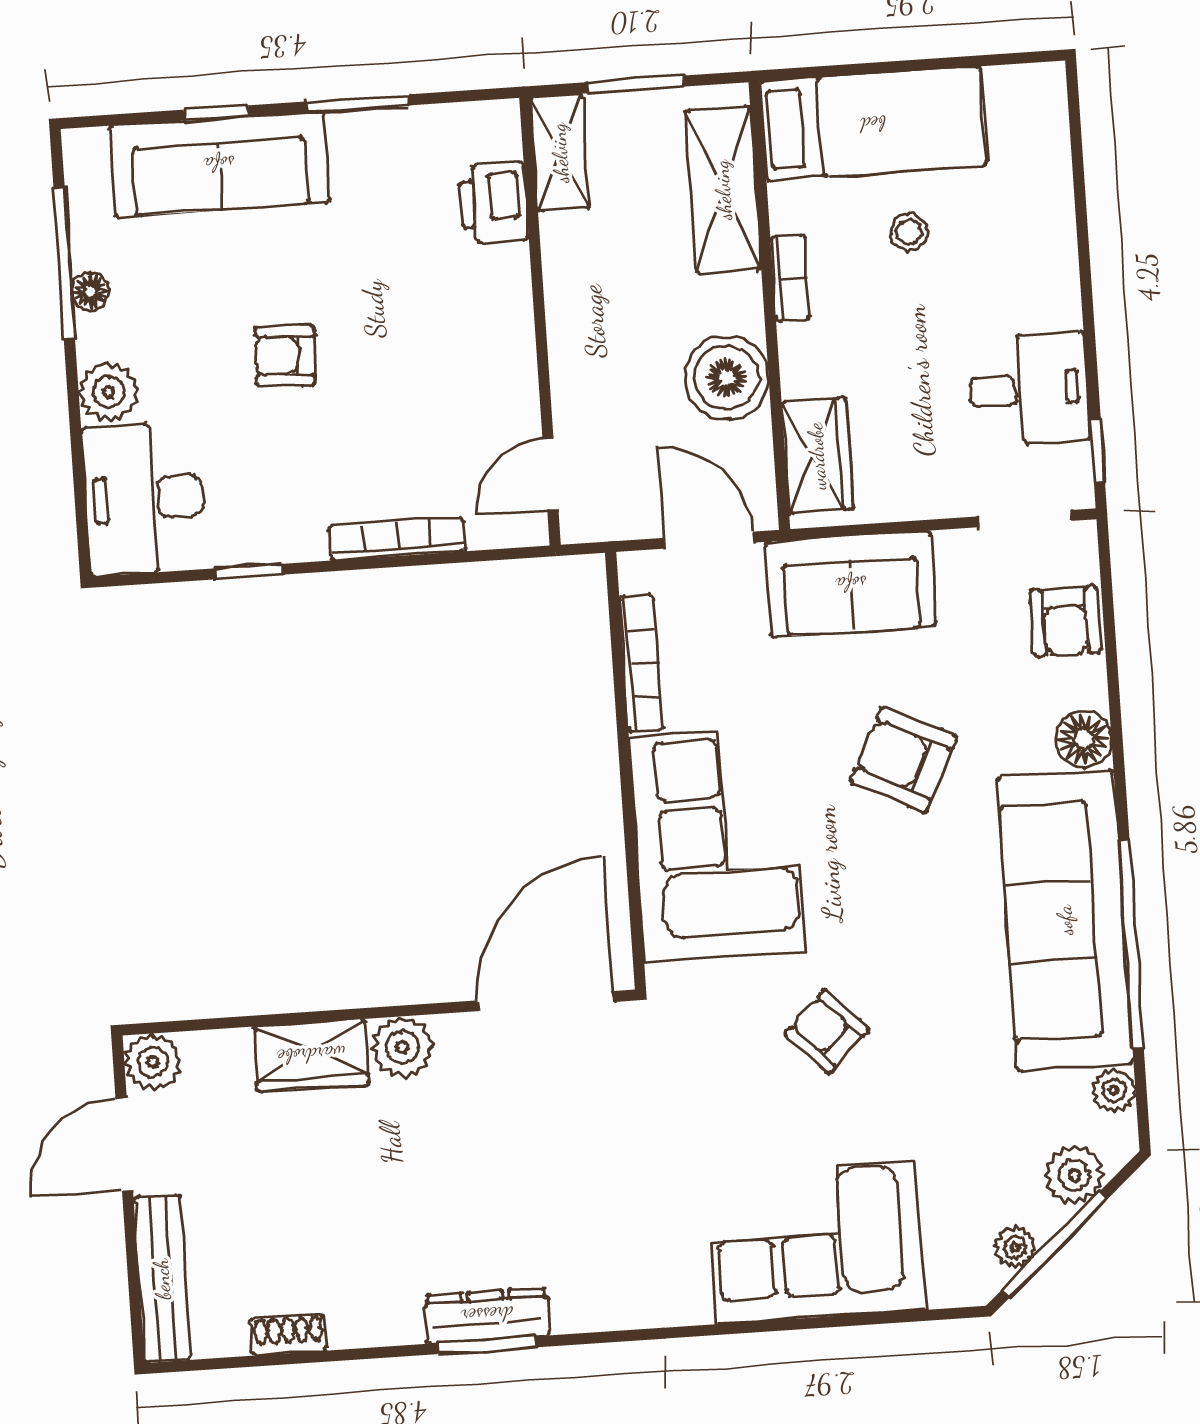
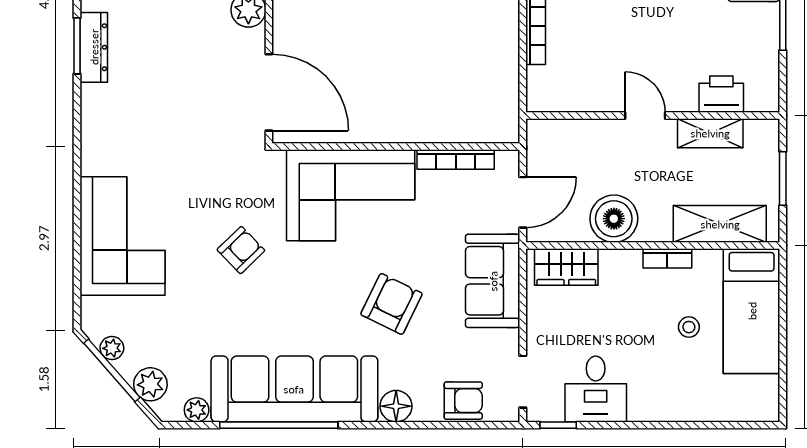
shelving: (560, 153) -> (710, 133), moved
door: (550, 475) -> (645, 116), moved
armchair: (1065, 621) -> (463, 401), turned 180

